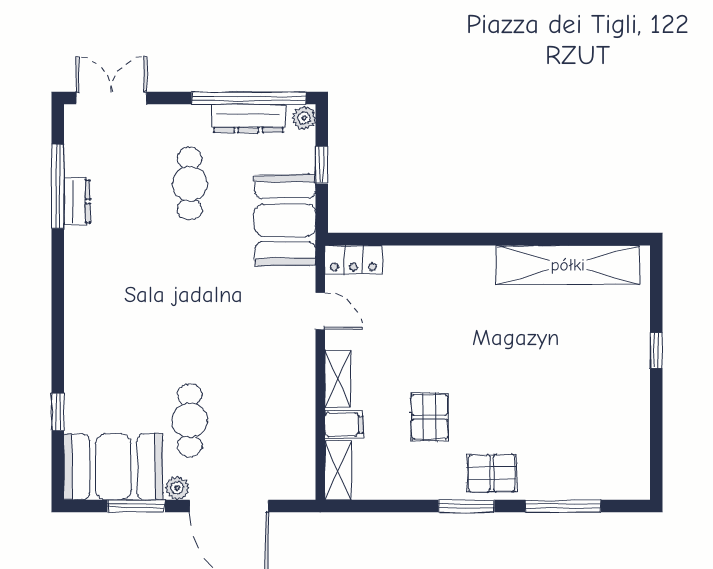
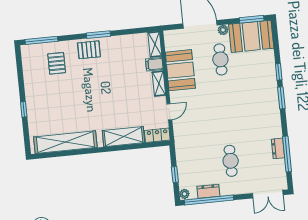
dresser: (248, 118) -> (208, 191), width x0.70
booth: (285, 220) -> (180, 70), moved
shelving: (432, 264) -> (123, 137), added
door: (320, 311) -> (169, 112), swing flipped
window: (58, 318) -> (281, 98), added
window: (58, 412) -> (279, 72), moved
pallet: (430, 417) -> (57, 63), moved
window: (136, 506) -> (252, 19), moved
window: (563, 506) -> (41, 40), moved

